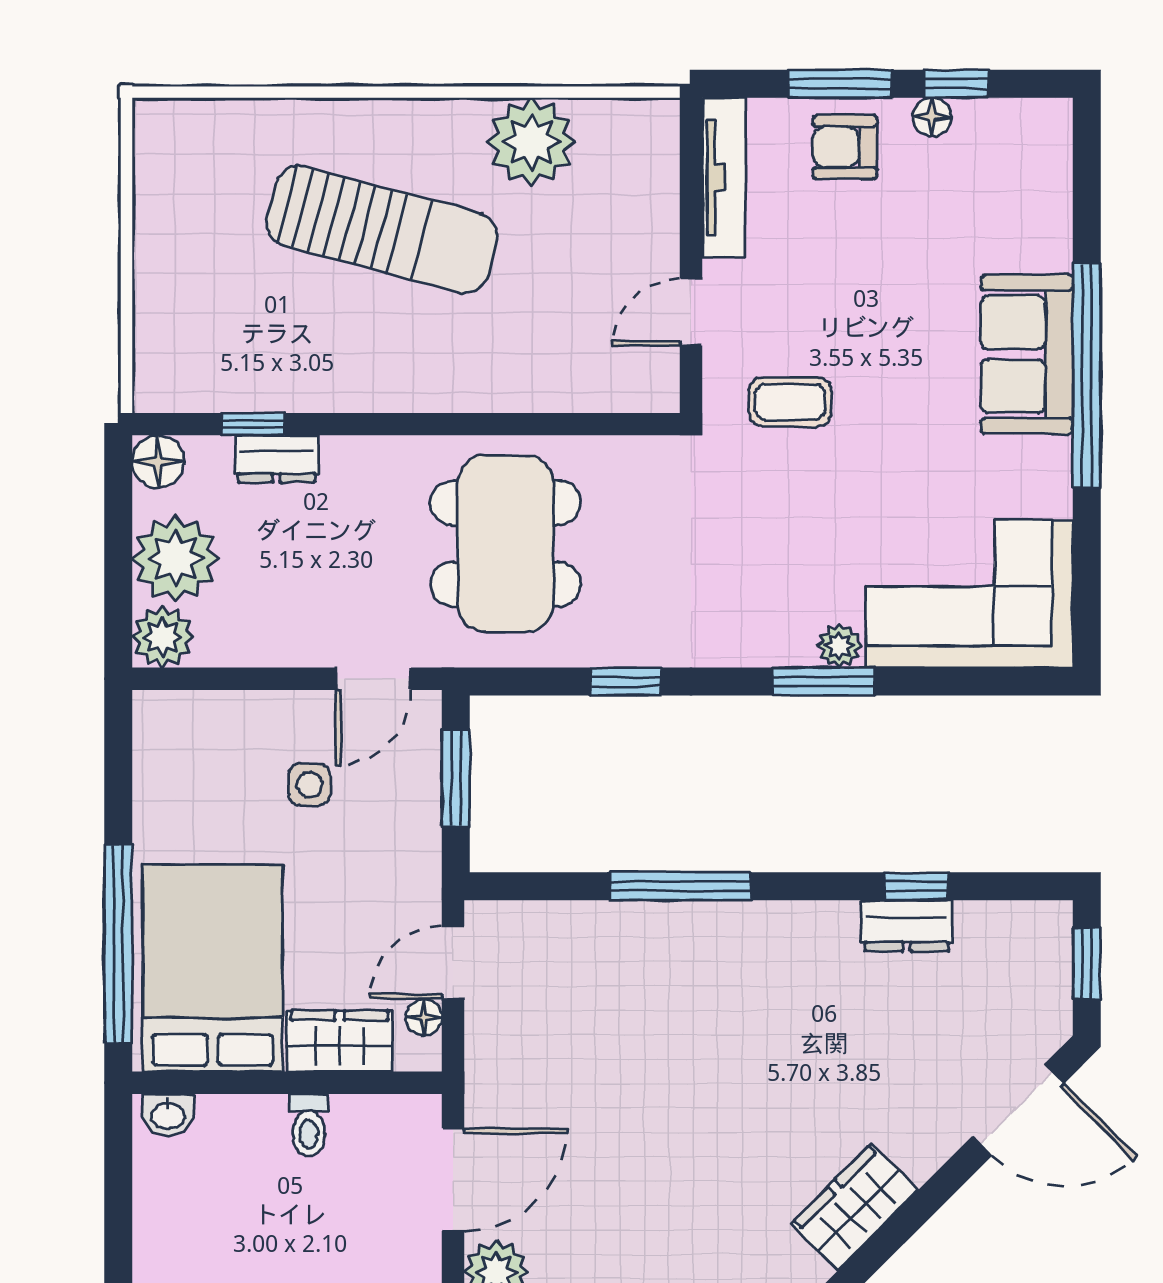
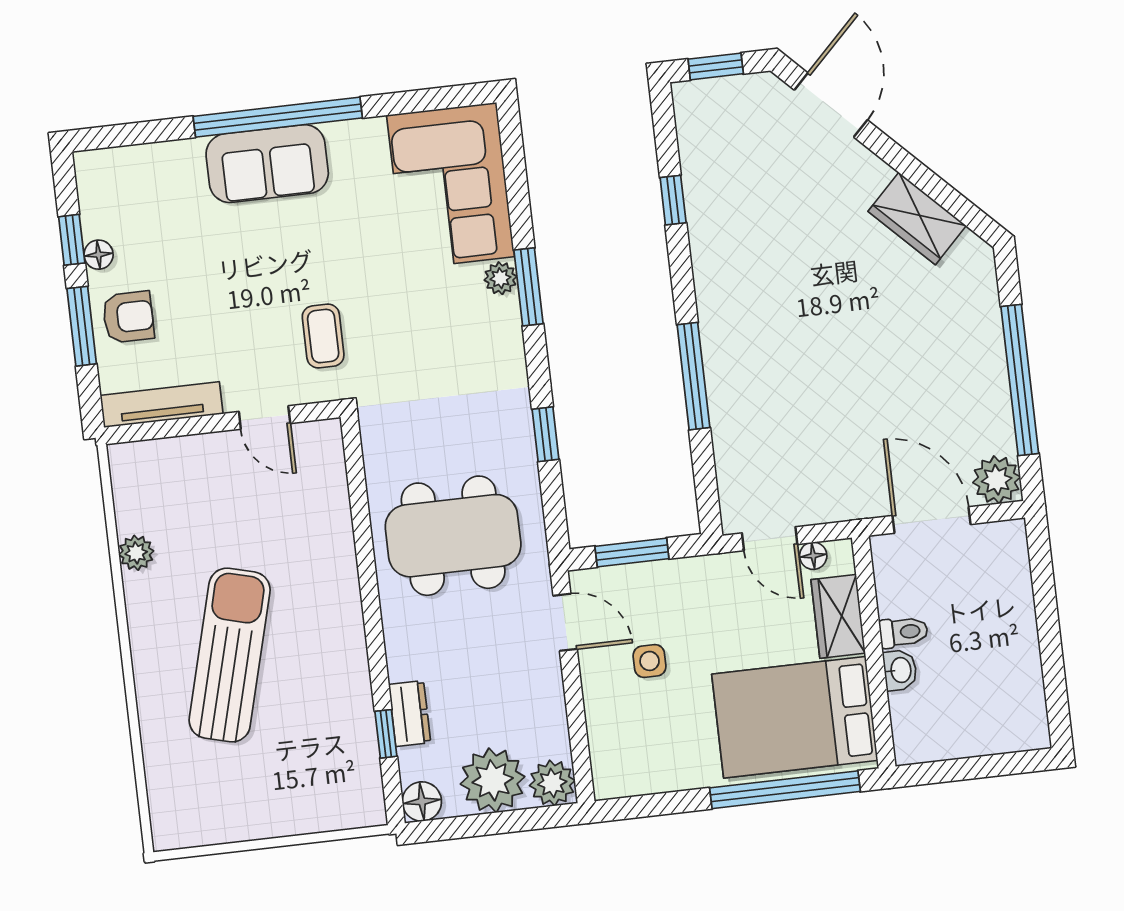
plant: (531, 142) -> (136, 553), width x0.53, depth x0.53
armchair: (845, 147) -> (128, 317), turned -90
dresser: (907, 926) -> (703, 204), removed
washbasin: (168, 1115) -> (900, 670), moved

